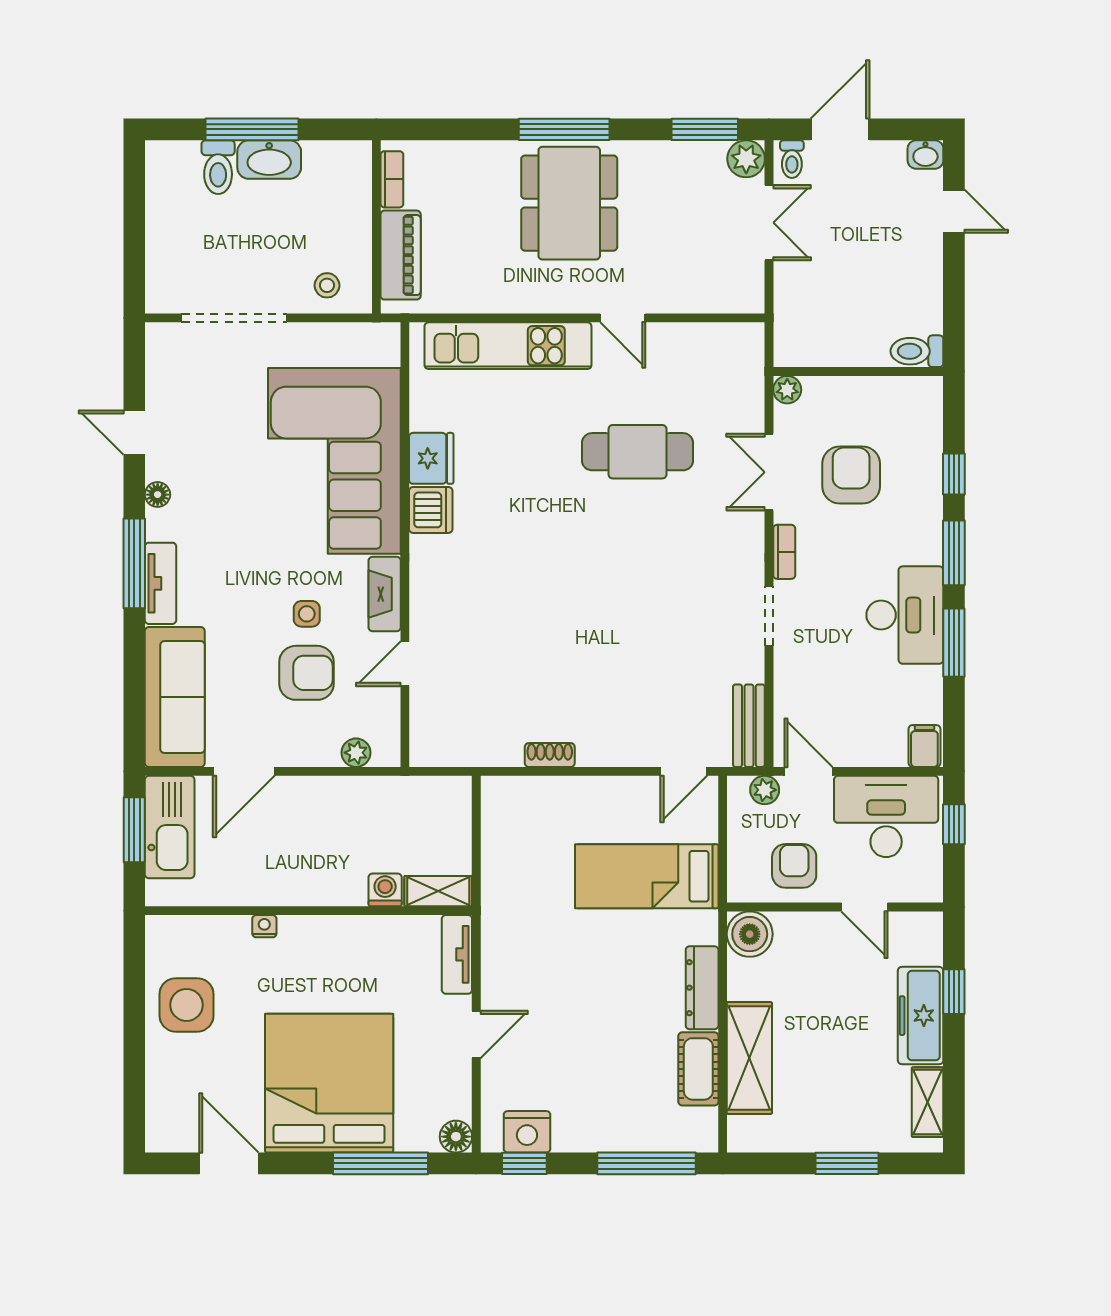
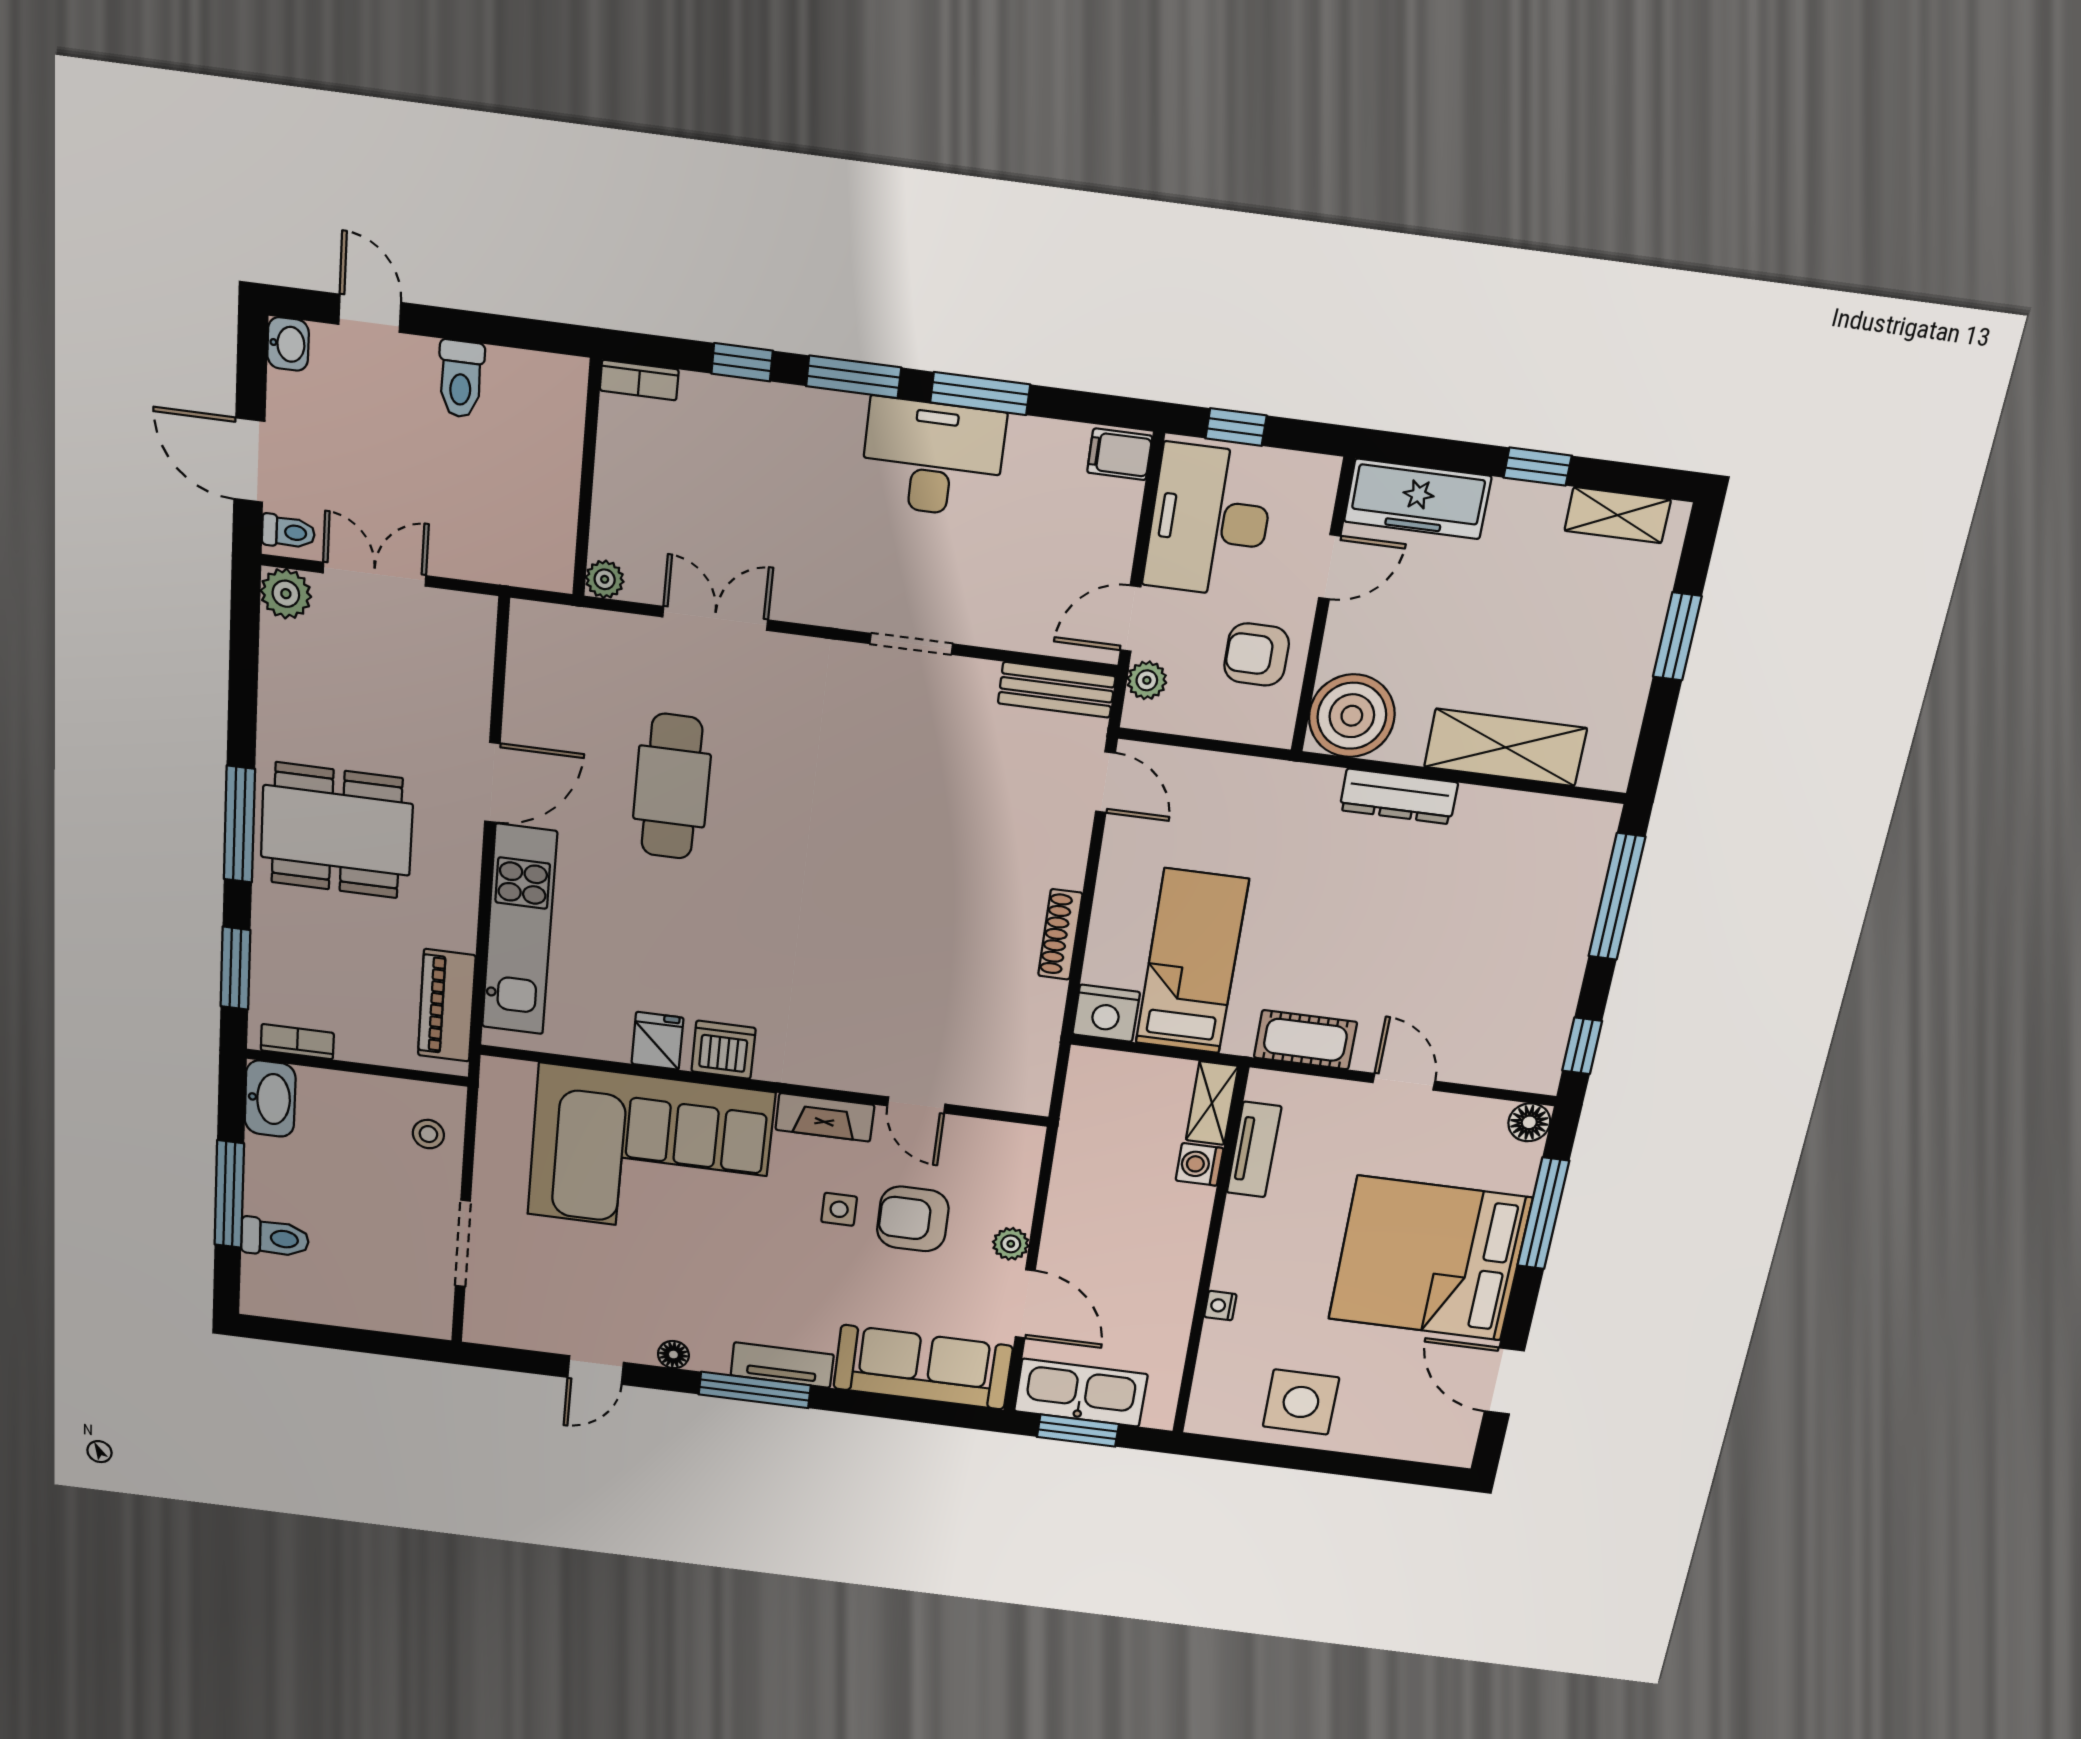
window: (705, 129) -> (235, 968), moved
washbasin: (269, 160) -> (270, 1099), moved
door: (954, 211) -> (370, 313), hinge flipped
piano: (401, 255) -> (447, 1006), moved, turned -90
doorway: (234, 318) -> (463, 1244), width x0.73
door: (623, 318) -> (492, 783), width x1.38
toilet: (917, 351) -> (461, 379), moved
fridge: (431, 458) -> (657, 1041), width x0.72
double door: (769, 472) -> (715, 618), swing flipped
armchair: (851, 475) -> (730, 507), removed
bookcase: (784, 552) -> (639, 380), moved, turned 180
armchair: (306, 673) -> (913, 1219), turned -90
plant: (356, 753) -> (1011, 1244), moved
shoe rack: (550, 755) -> (1060, 934), width x1.43
bed: (647, 876) -> (1192, 962), moved, turned 180
boiler: (750, 934) -> (1352, 716), width x1.37, depth x1.37
tv unit: (457, 954) -> (1254, 1150), moved, turned -90
window: (954, 992) -> (1538, 467), moved
freezer: (921, 1016) -> (1418, 499), moved
cot: (698, 1069) -> (1305, 1040), moved
nightstand: (527, 1132) -> (1106, 1013), moved, turned 90
door: (229, 1163) -> (1504, 1381), hinge flipped

